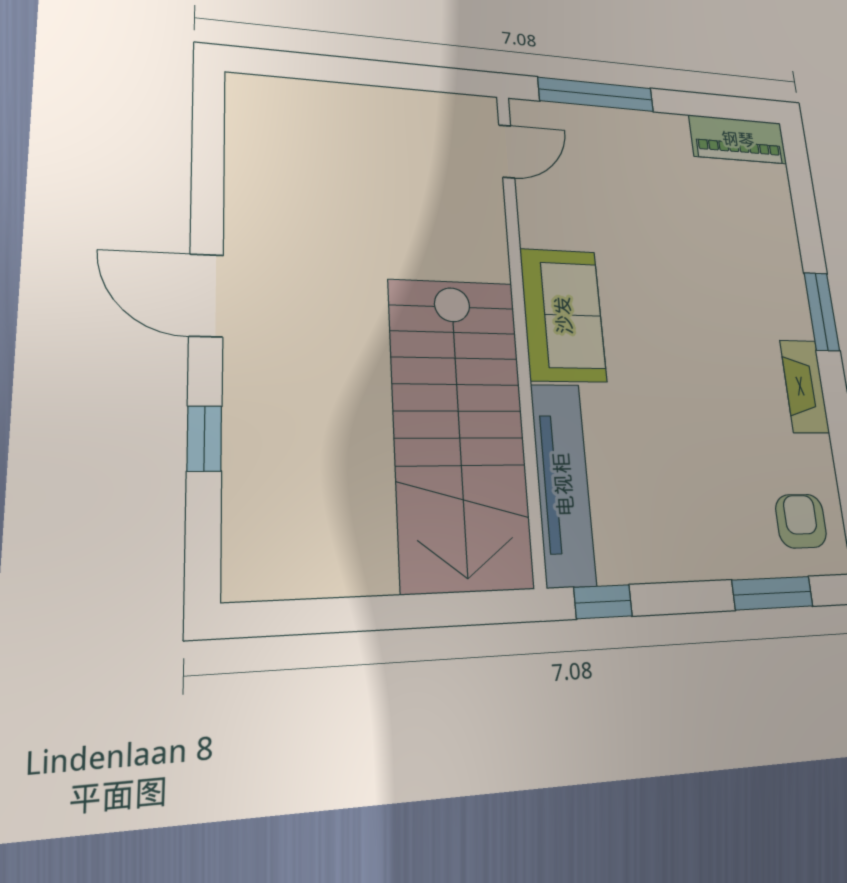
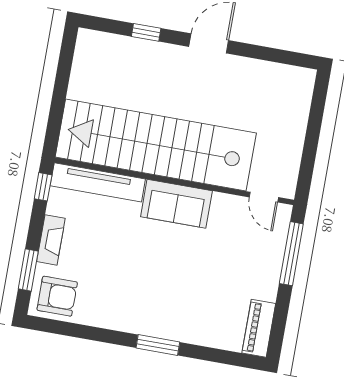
fireplace: (804, 386) -> (51, 240), moved, turned 90
stairs: (459, 430) -> (156, 145), width x1.36
armchair: (801, 521) -> (57, 296), width x1.38, depth x1.38

